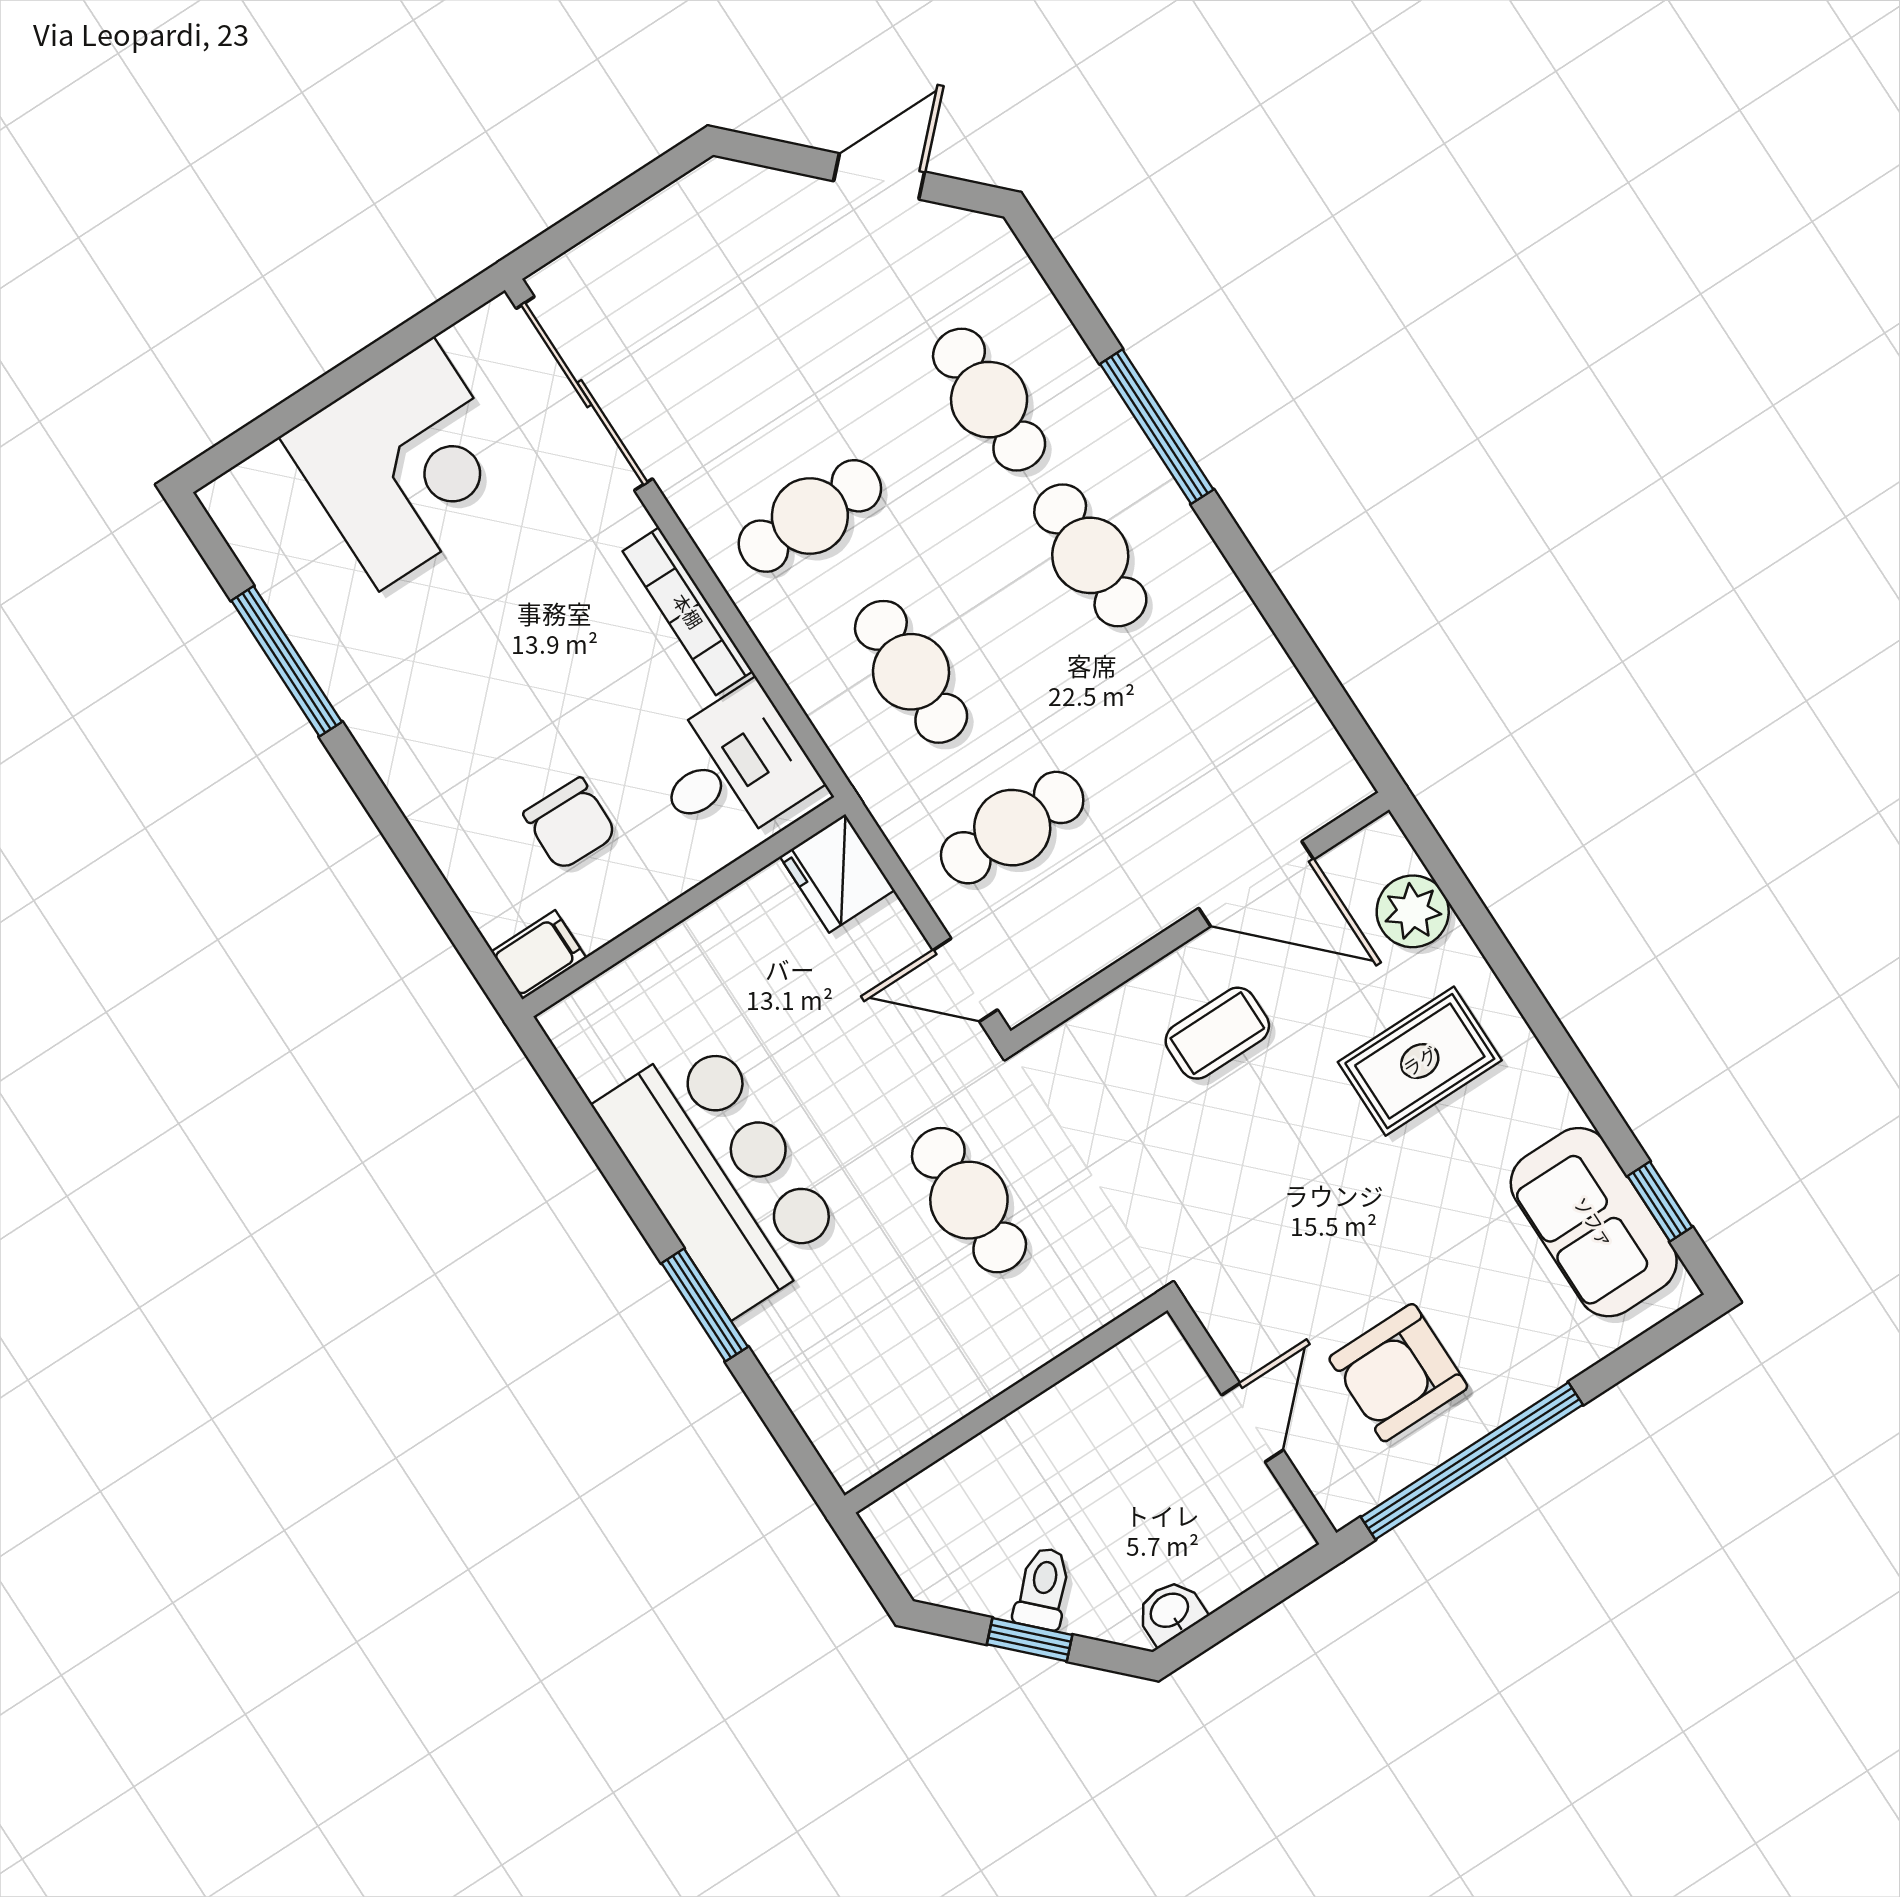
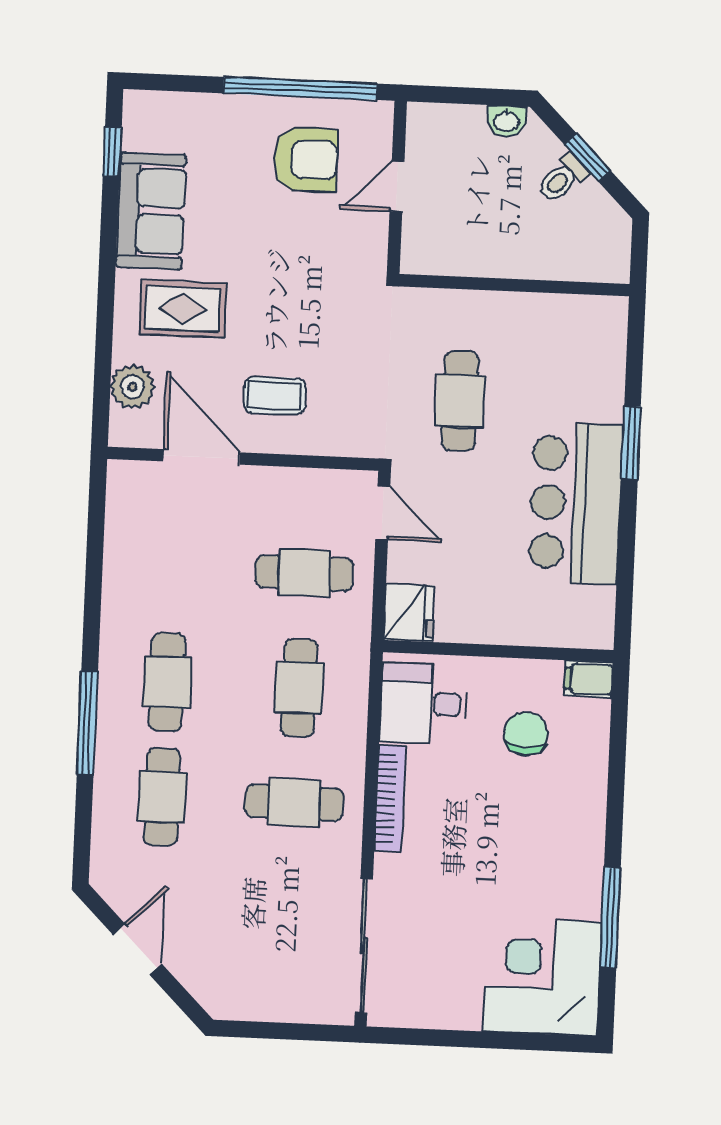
door: (879, 176) -> (137, 949), swing flipped
corner desk: (406, 464) -> (542, 977), moved
sofa: (1594, 1222) -> (151, 211), moved

